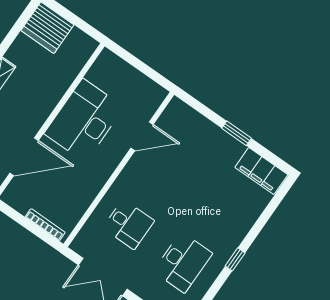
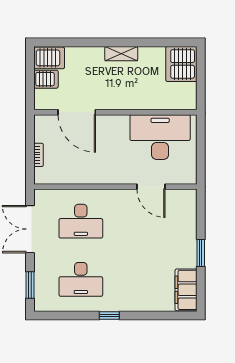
desk: (84, 120) -> (160, 137), moved
desk: (128, 224) -> (81, 221), width x1.37
bookcase: (45, 225) -> (39, 155), width x0.64

